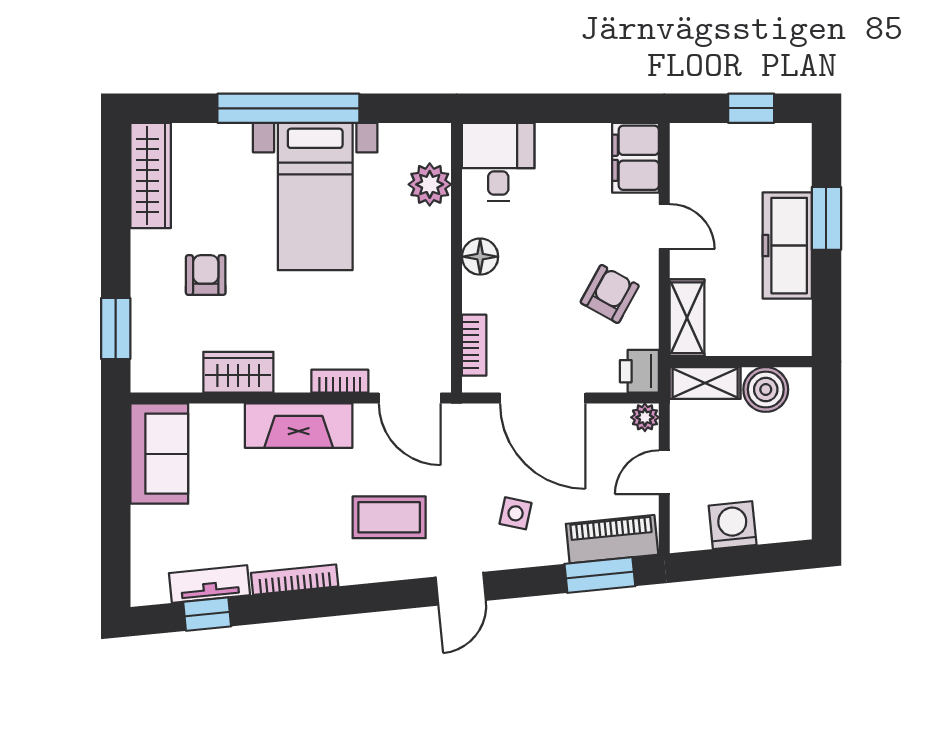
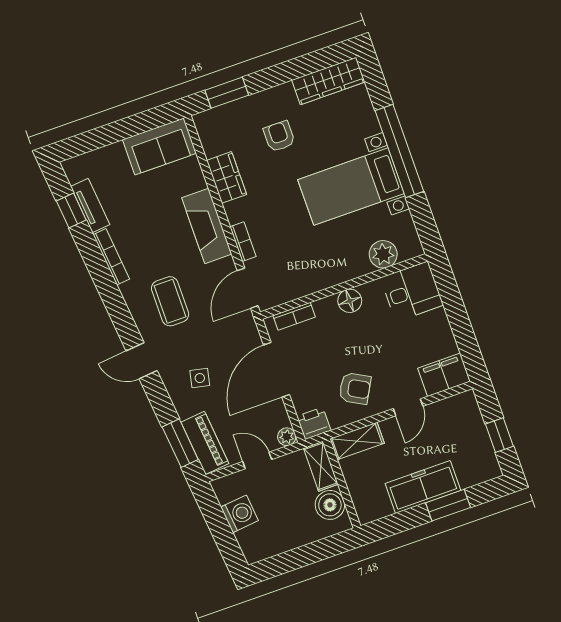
armchair: (206, 275) -> (279, 136), turned -90

